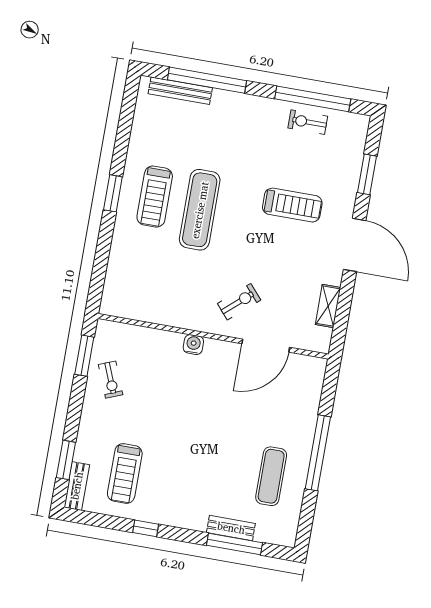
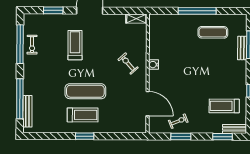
shelving: (328, 306) -> (136, 19), moved
water cooler: (193, 345) -> (154, 65), moved
door: (266, 346) -> (148, 104), moved
window: (84, 356) -> (181, 136), moved
treadmill: (125, 474) -> (224, 106), turned 180

